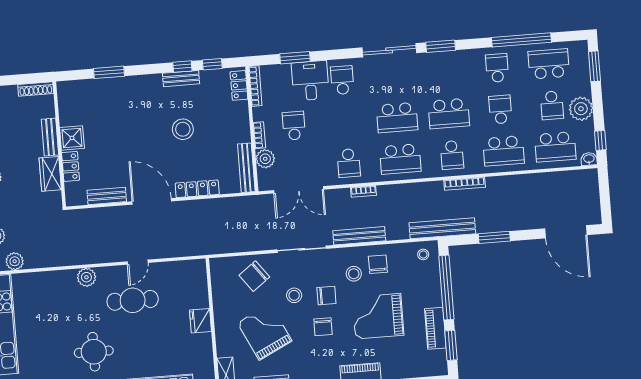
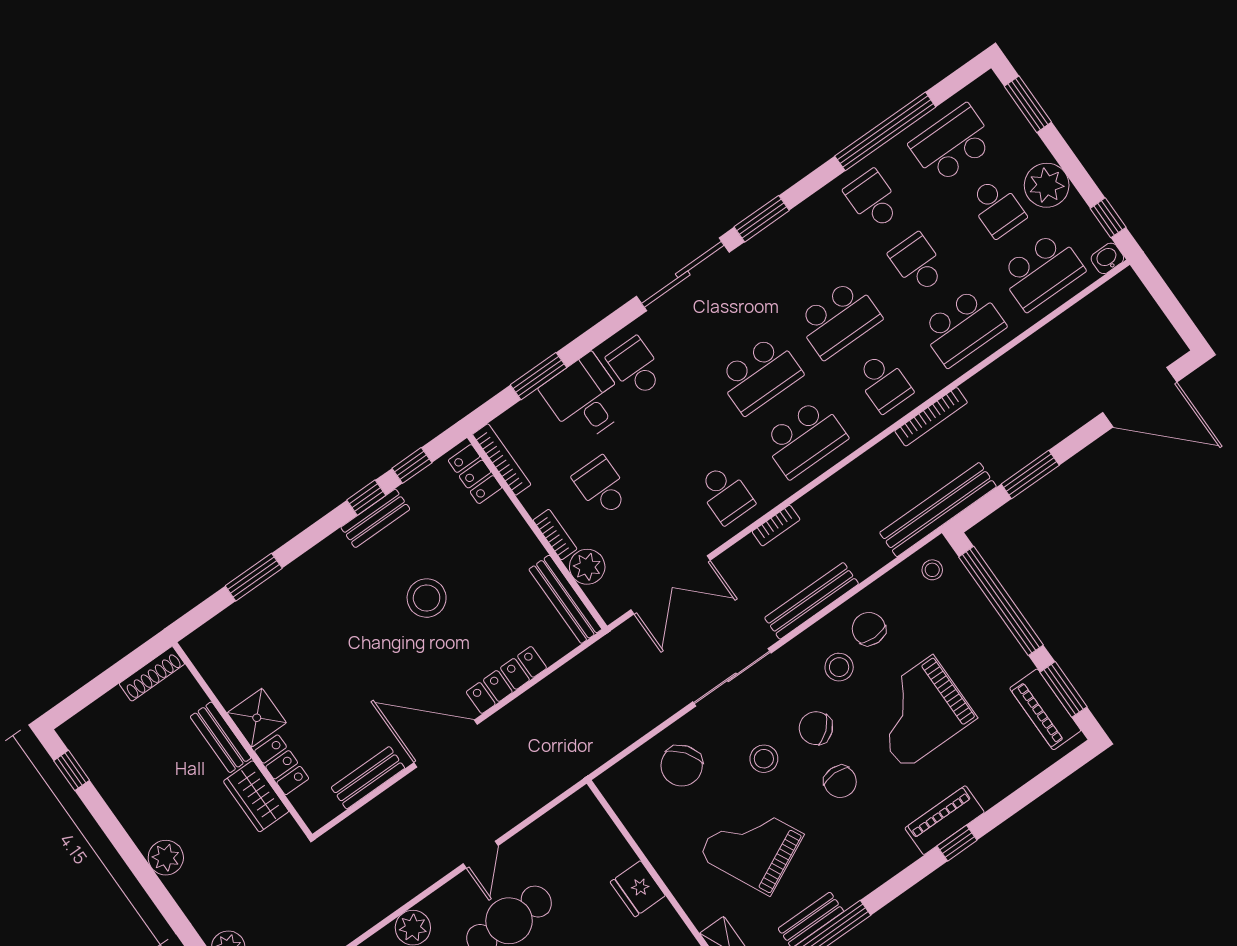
chair: (326, 295) -> (816, 728), turned -131
piano: (435, 328) -> (1045, 709), moved

